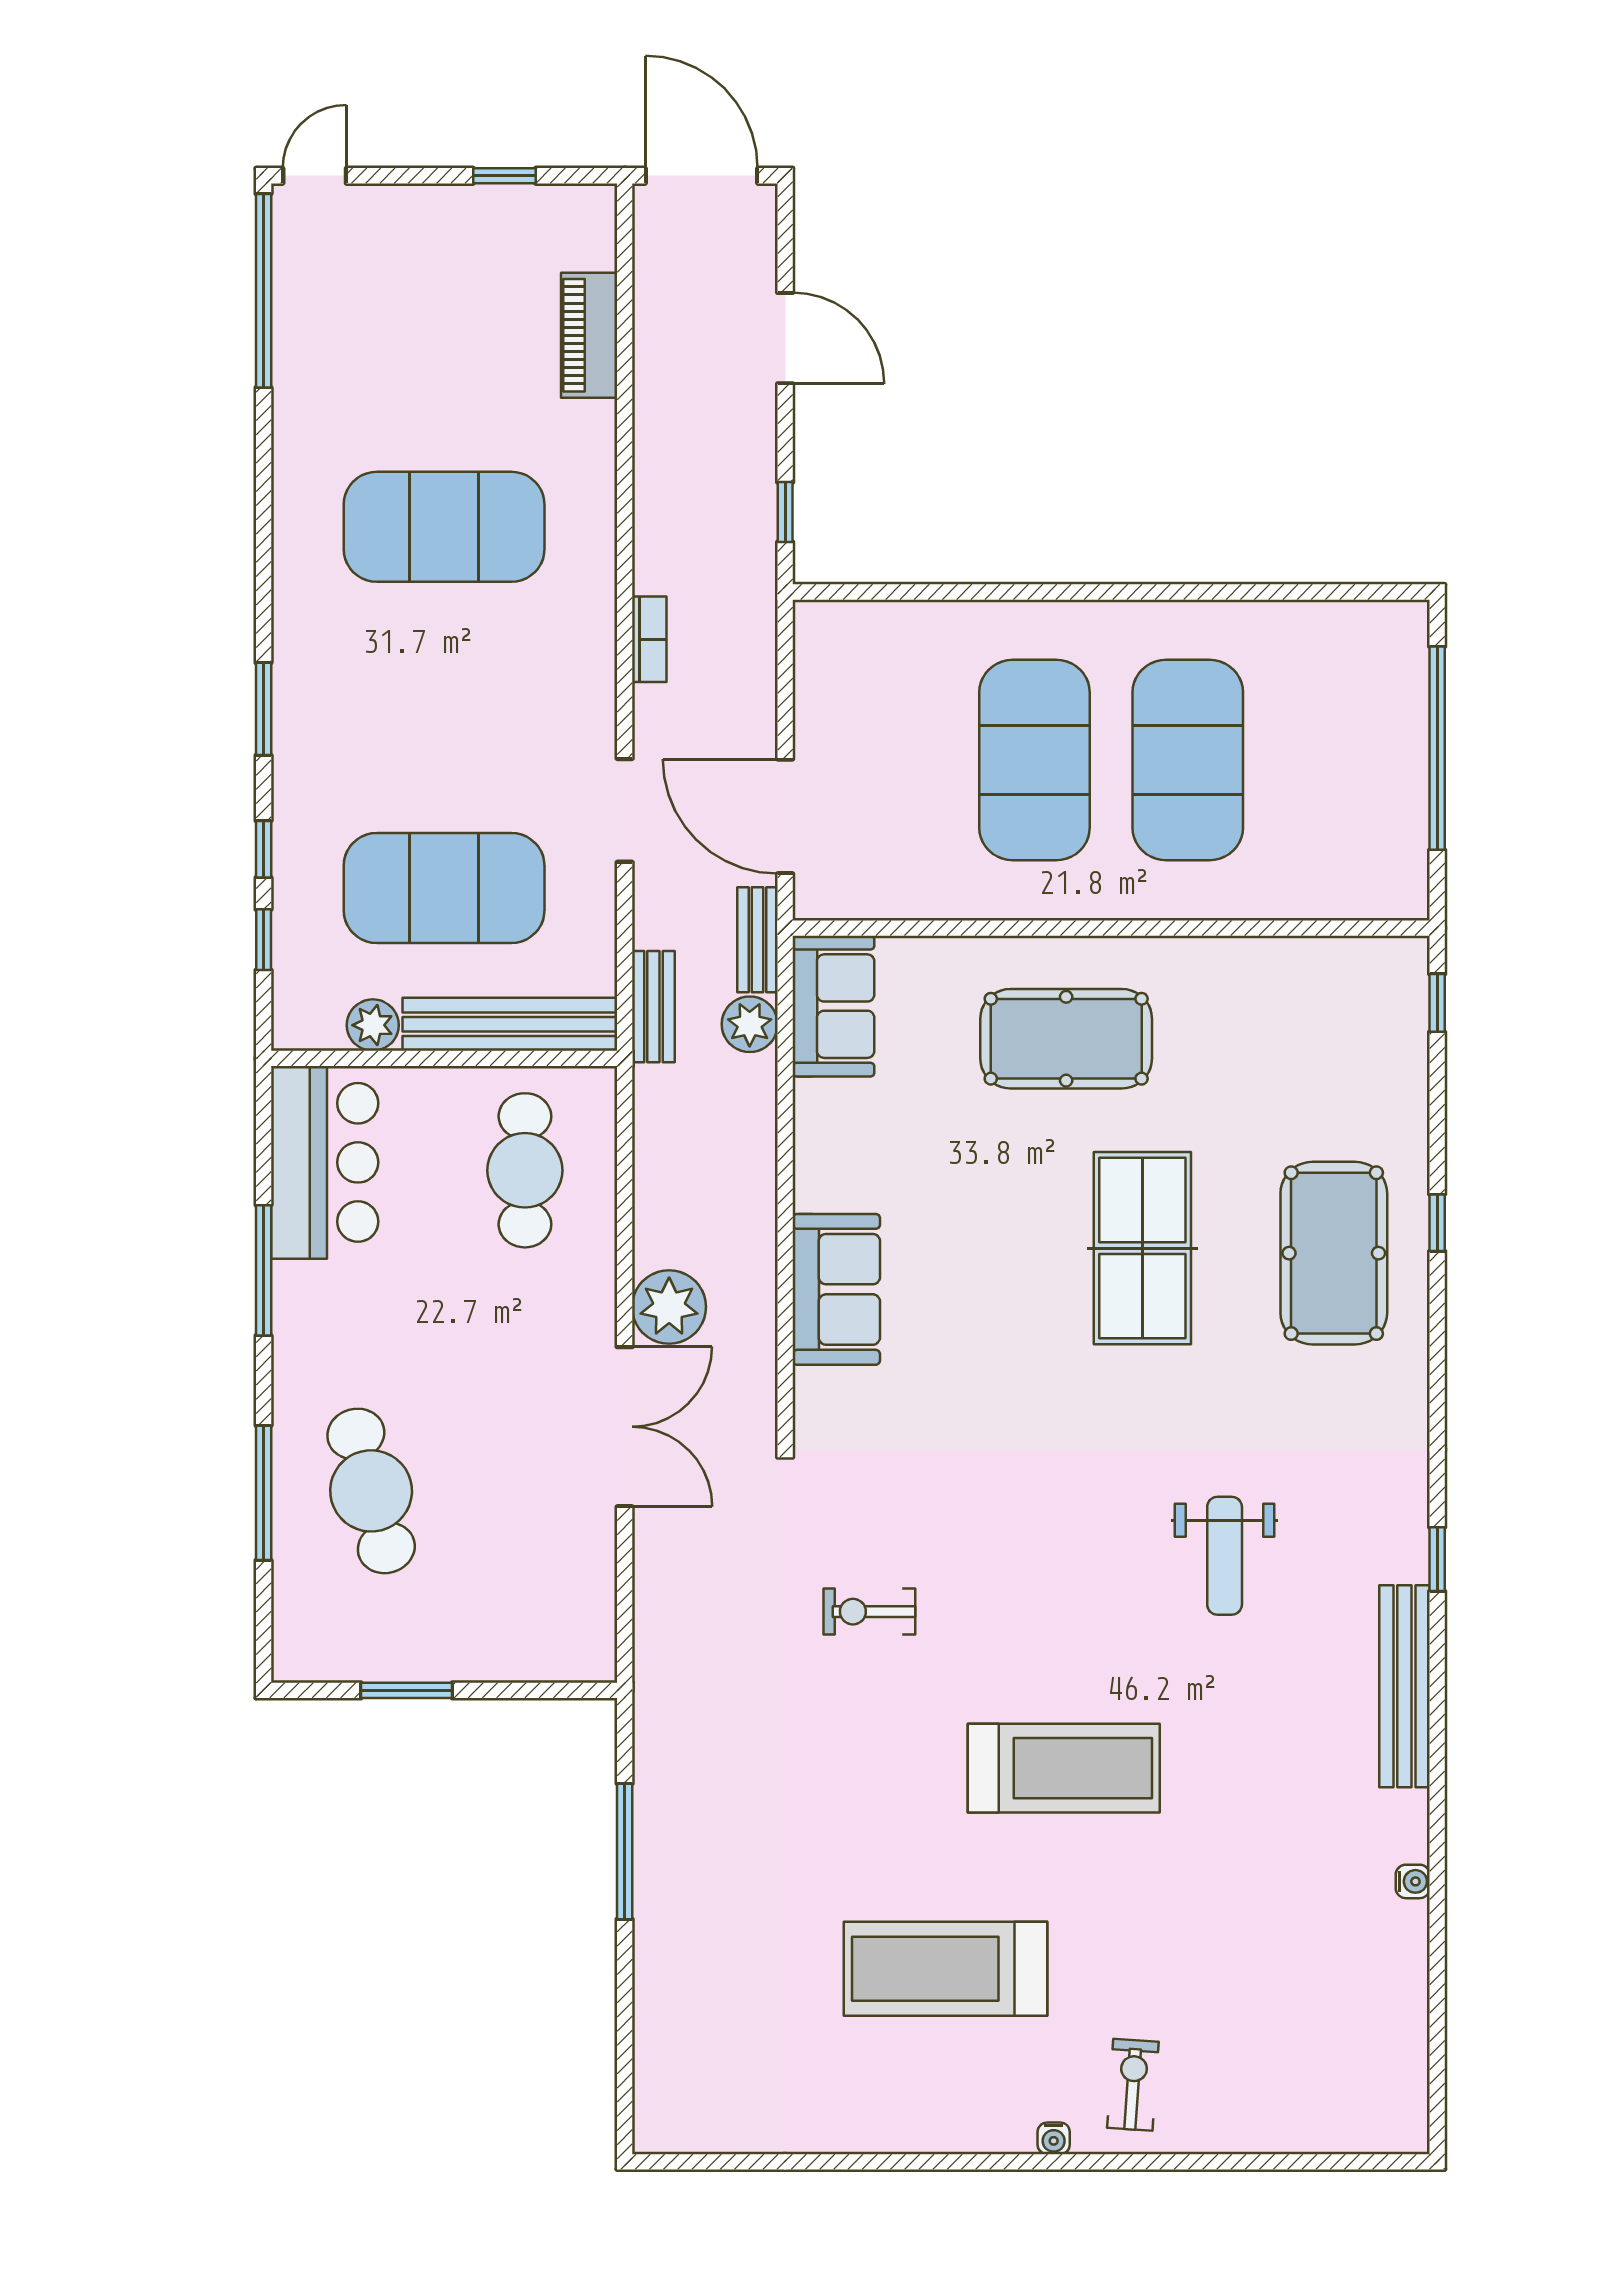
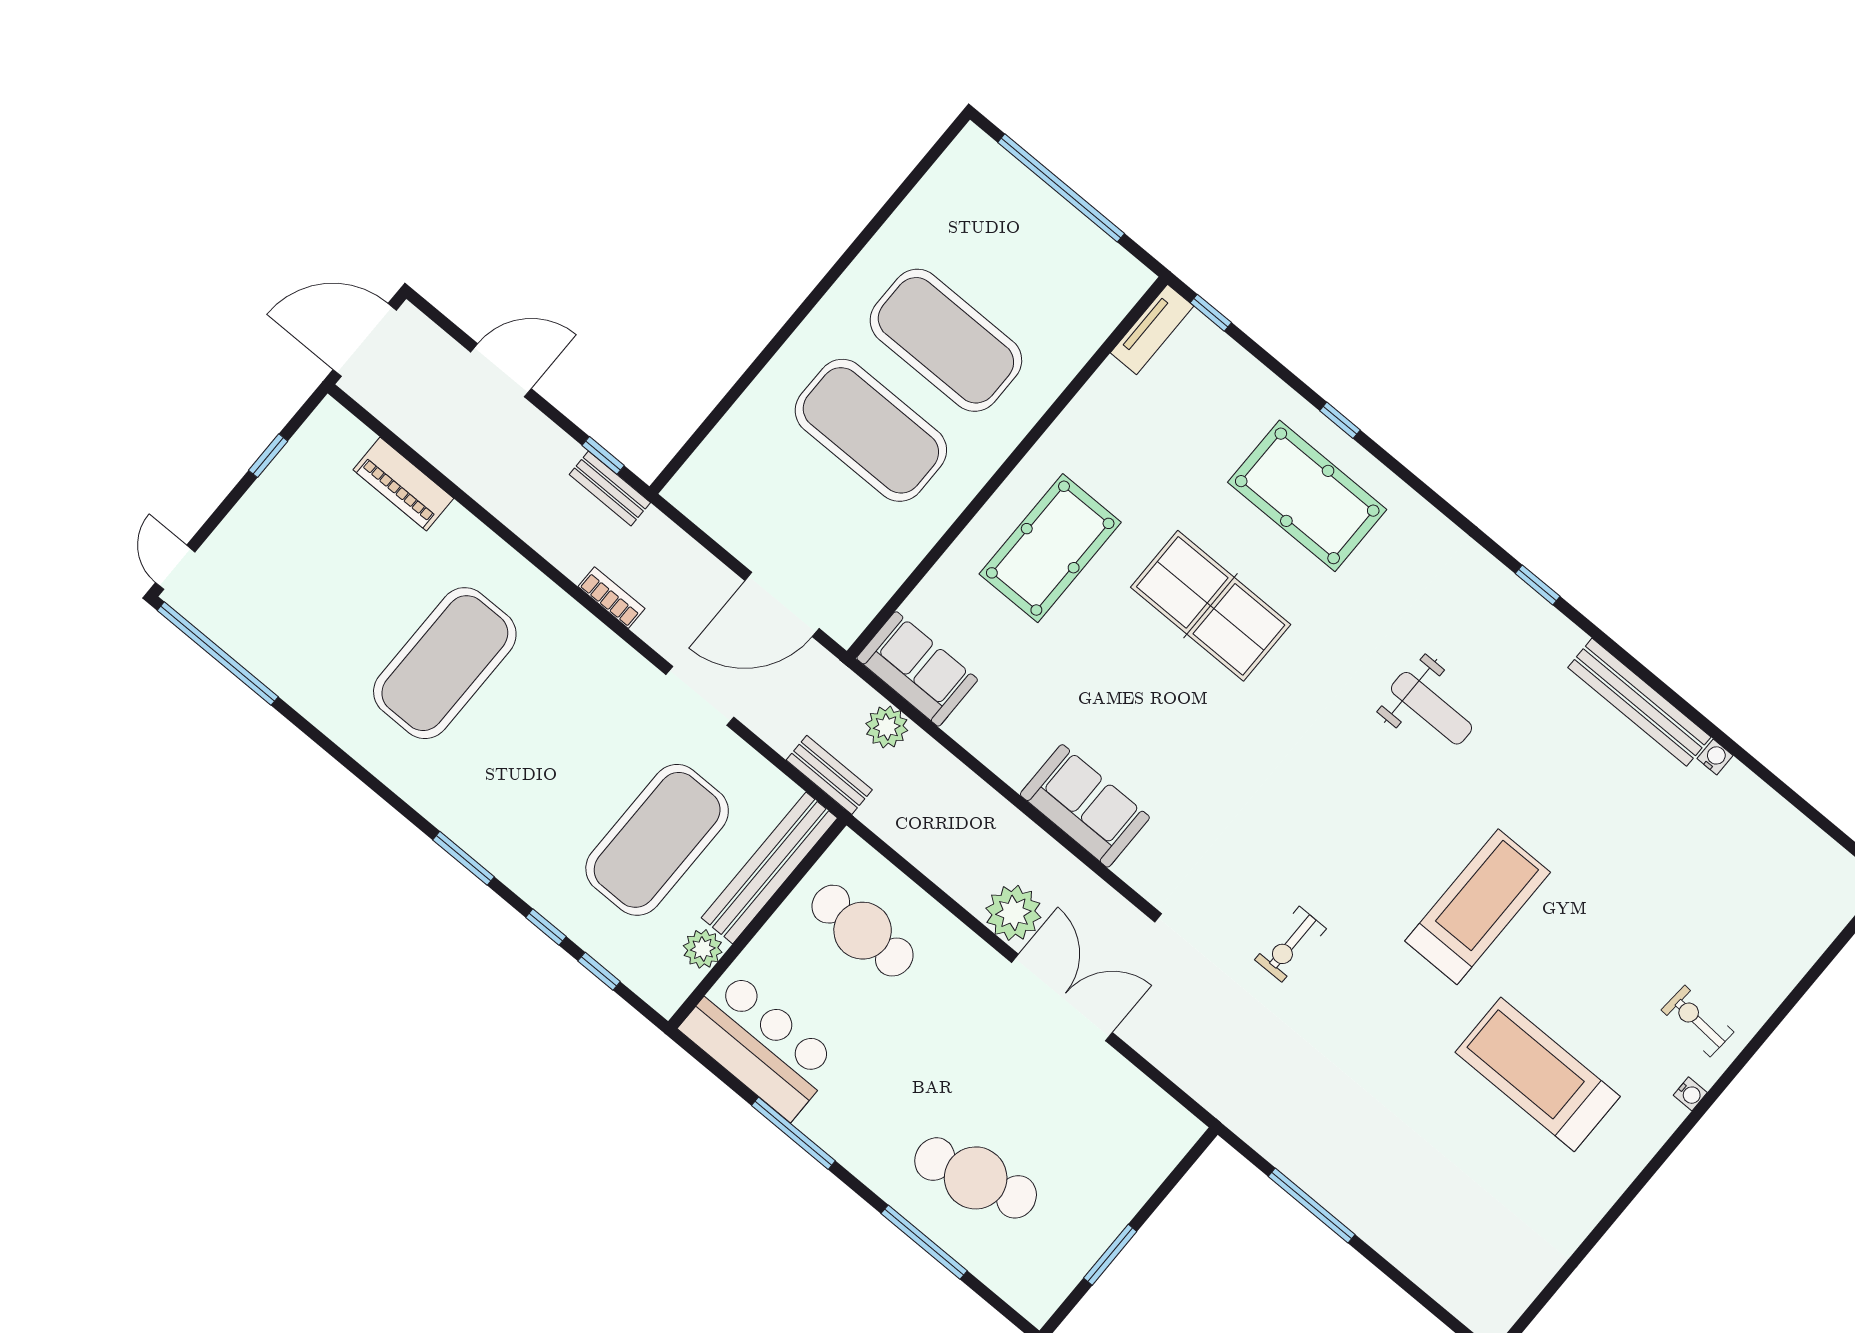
bench: (758, 940) -> (610, 488), moved
tv unit: (1371, 958) -> (1152, 329), added
bench: (1404, 1686) -> (1639, 702), moved
treadmill: (945, 1969) -> (1538, 1074), turned 90

